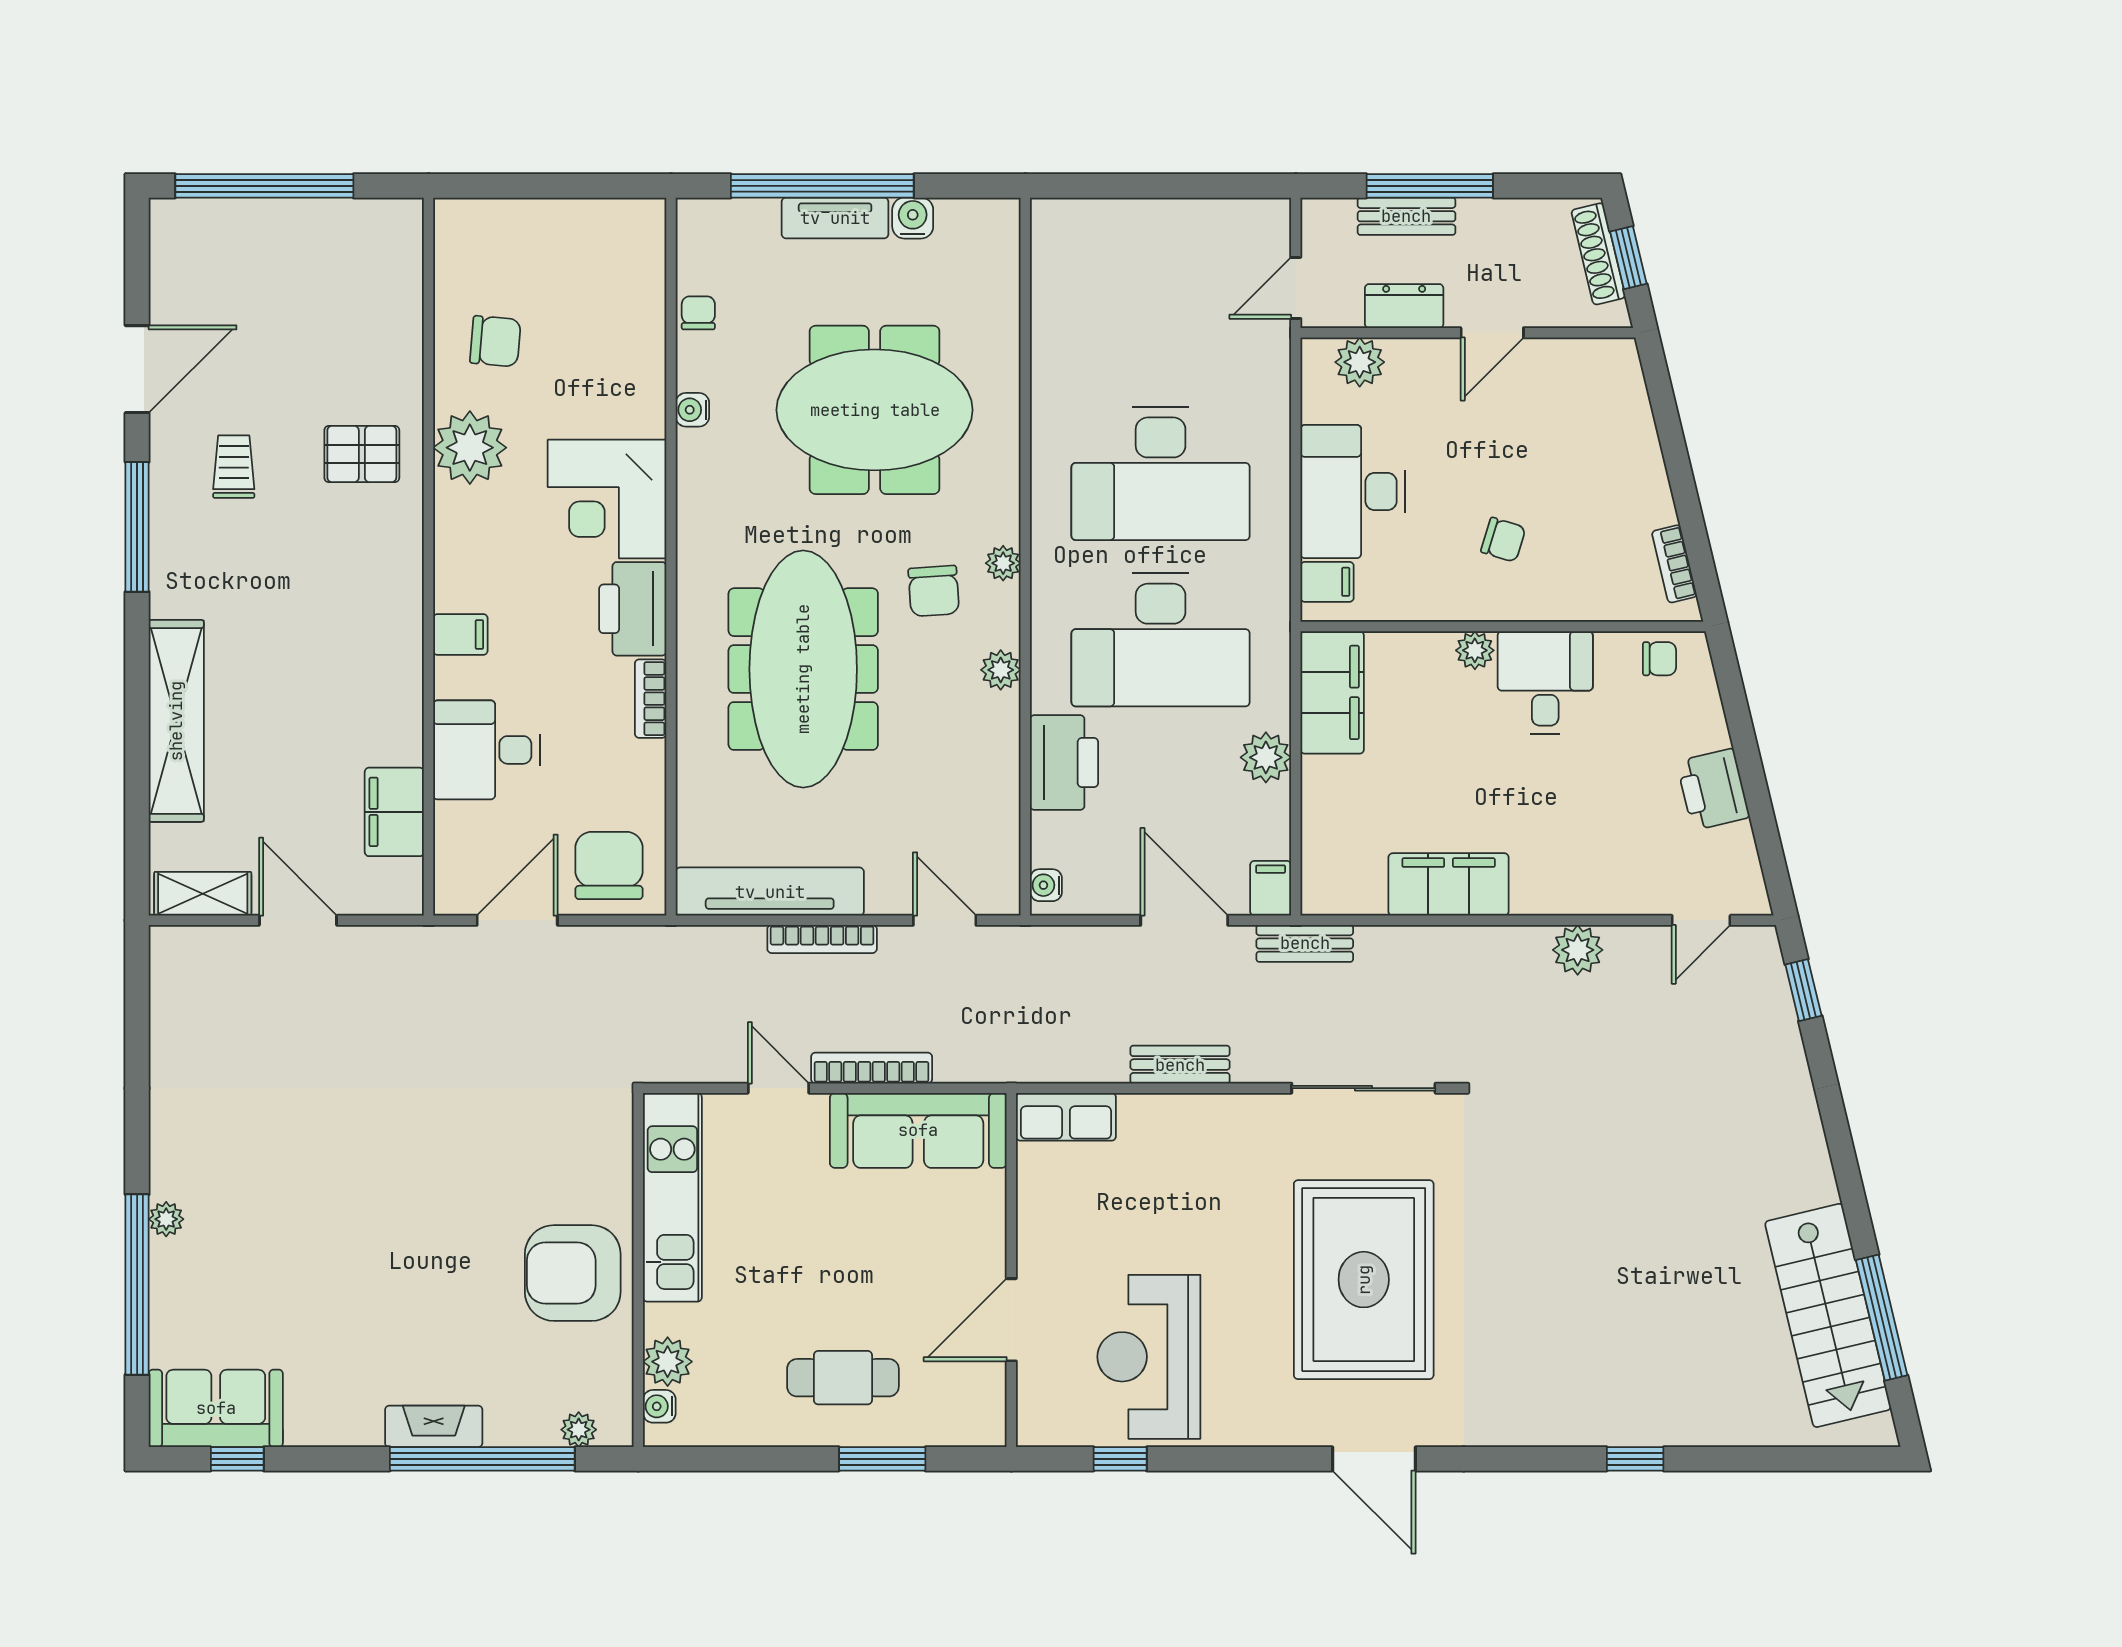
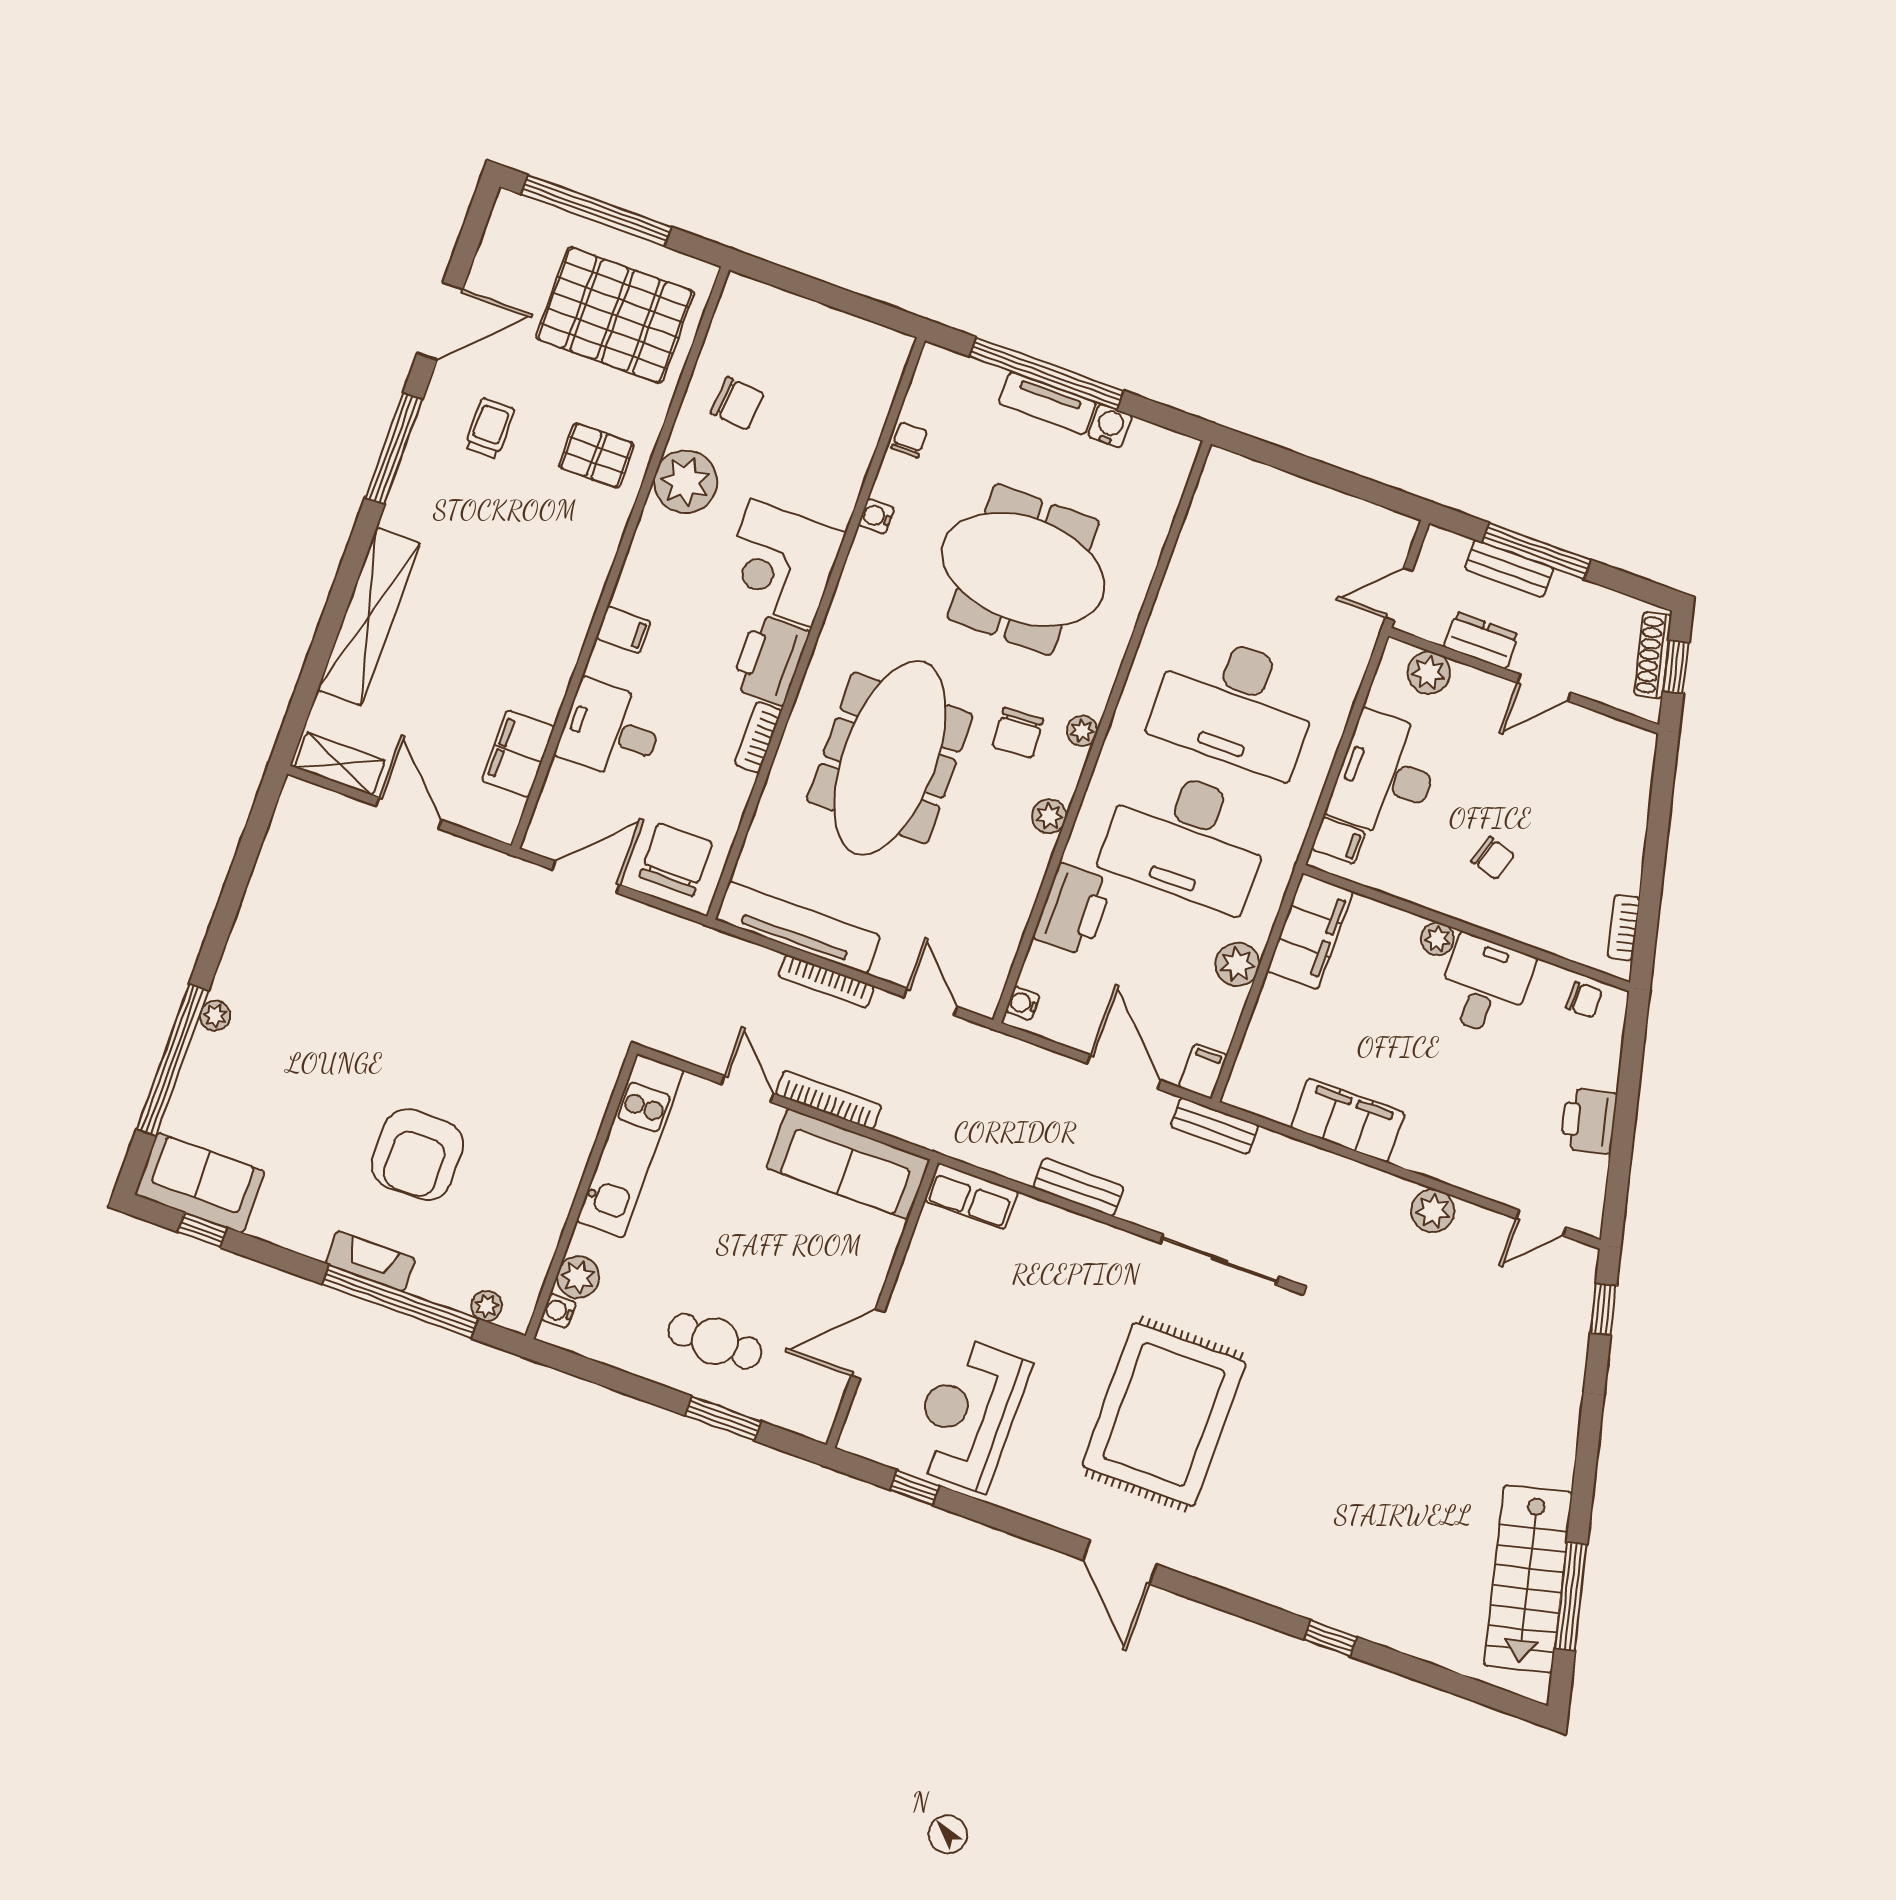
pallet: (326, 293) -> (615, 315), added
armchair: (573, 1273) -> (417, 1154), moved, turned -90

